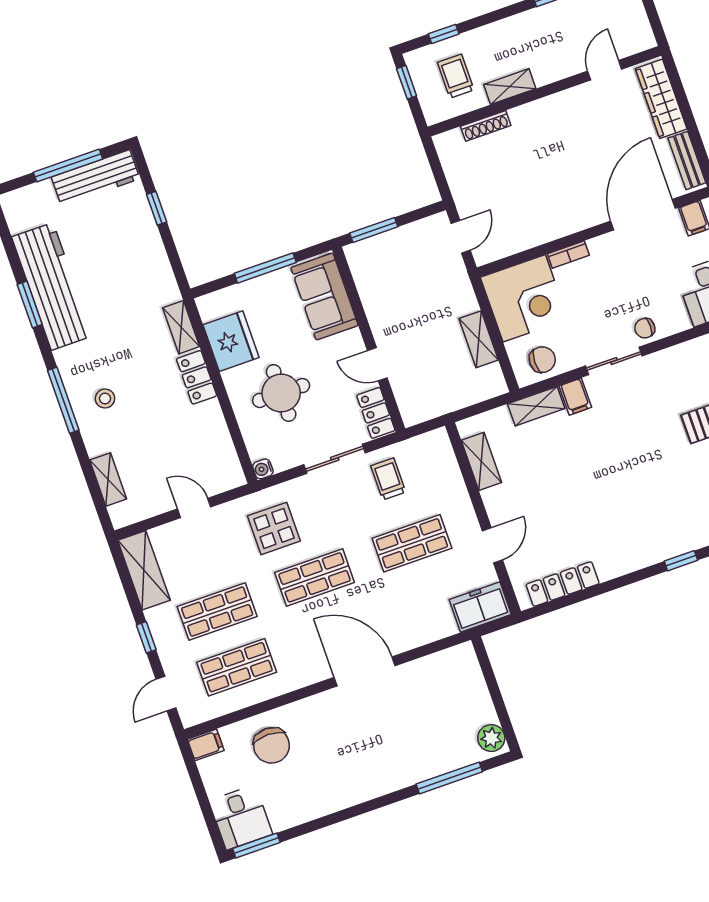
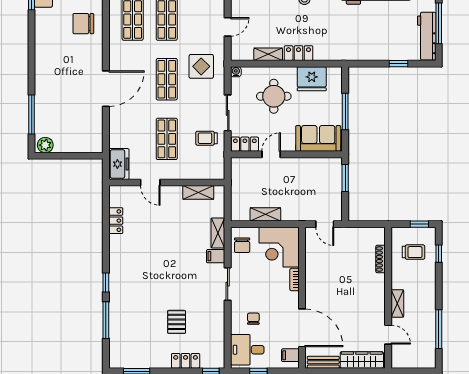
shelving: (510, 87) -> (397, 303), moved
shelving: (181, 327) -> (268, 54), moved
chair: (645, 328) -> (253, 319), moved
trolley: (388, 479) -> (206, 138), turned 180
locker: (563, 584) -> (116, 221), width x0.66

